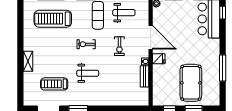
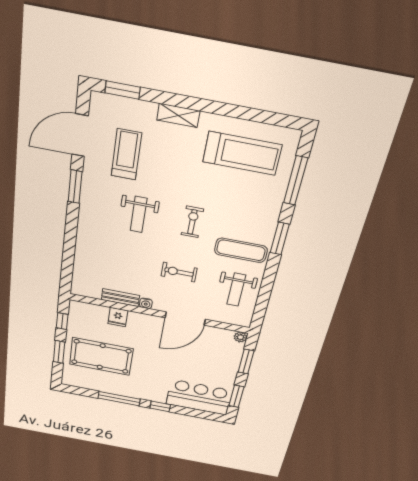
window: (223, 13) -> (160, 406), moved
treadmill: (53, 19) -> (242, 153), moved, turned 90
fridge: (159, 59) -> (118, 317), moved
window: (20, 90) -> (123, 90), added

